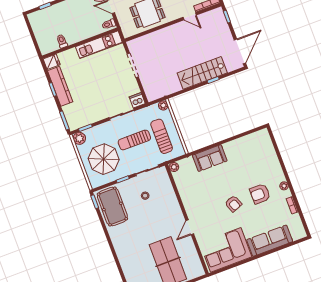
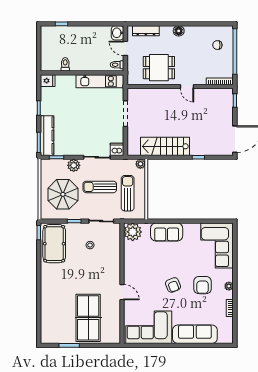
door: (190, 16) -> (187, 87), moved
stairs: (202, 73) -> (165, 146), moved
kitchen counter: (60, 86) -> (47, 136), moved
plant: (79, 138) -> (74, 165), moved
corner sofa: (260, 153) -> (217, 245), added
plant: (174, 167) -> (133, 232), width x1.87, depth x1.87
armchair: (260, 194) -> (203, 285), turned -90
door: (190, 227) -> (122, 292), swing flipped

